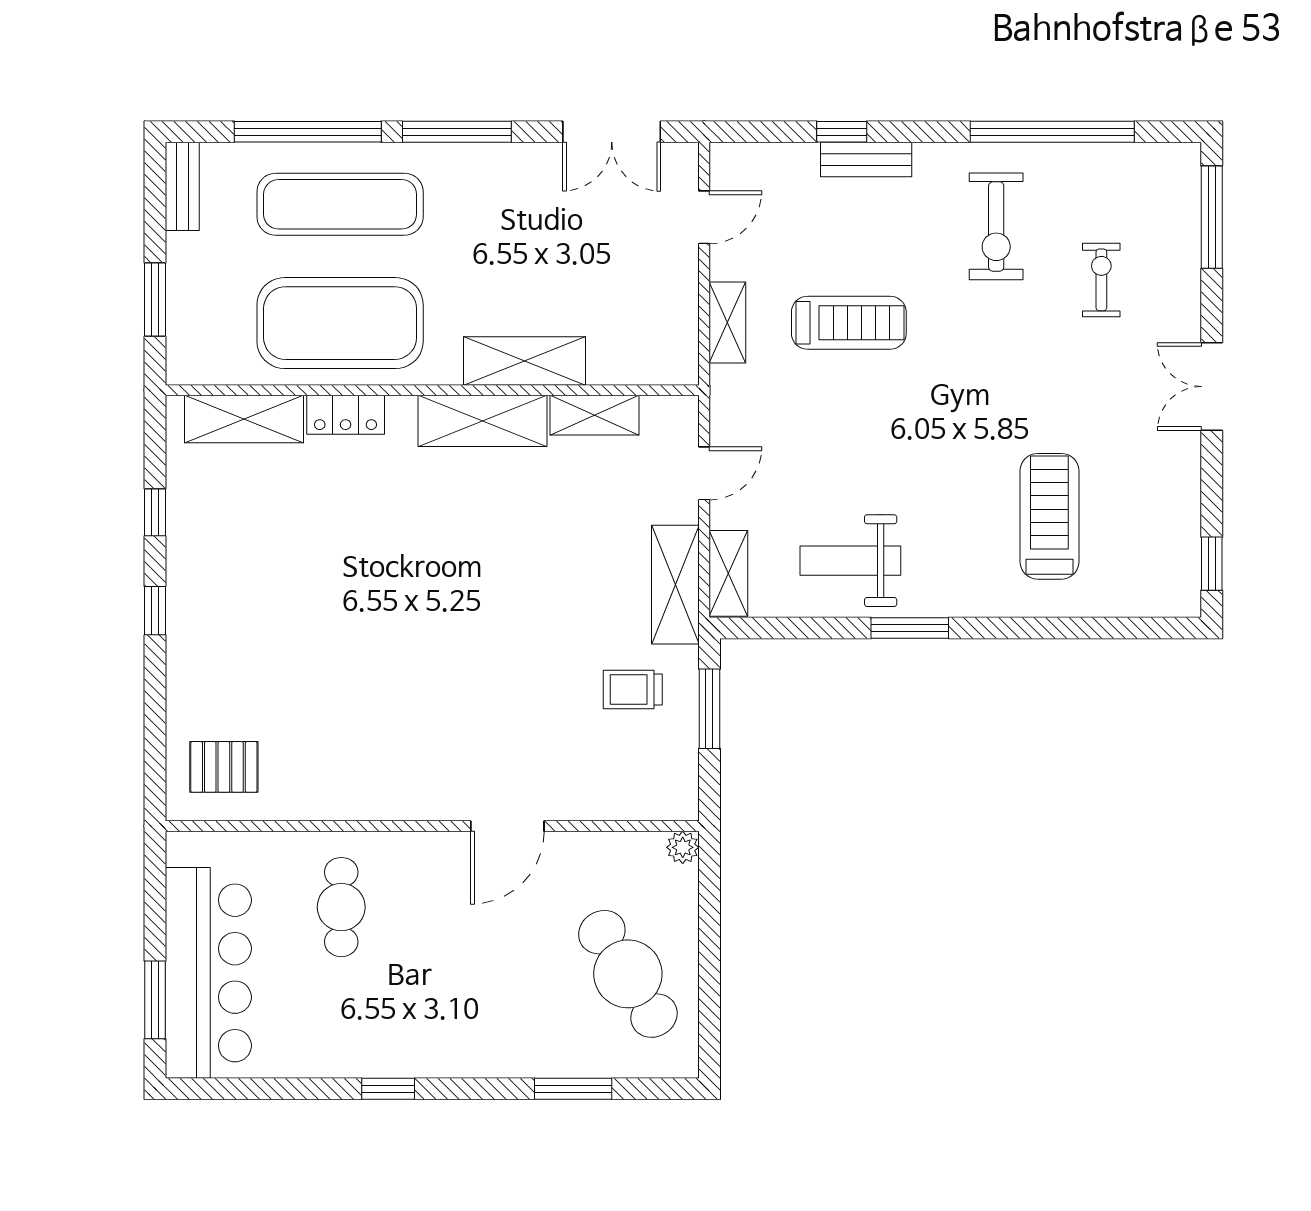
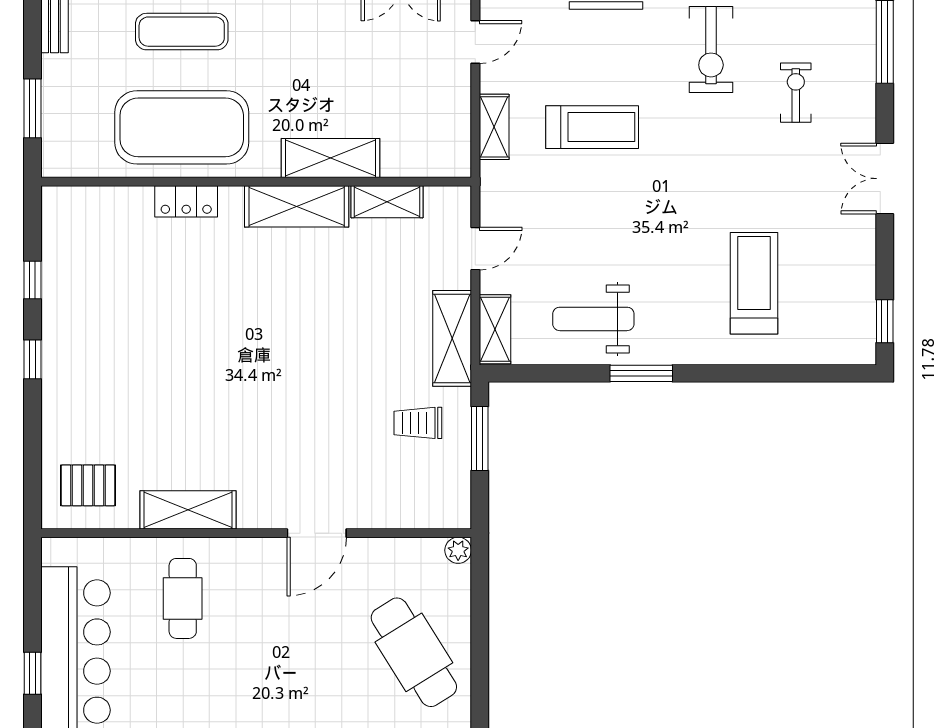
exercise mat: (340, 204) -> (182, 32), width x0.73, depth x0.69
shelving: (244, 419) -> (188, 510), moved
window: (155, 1000) -> (32, 673), width x0.67

